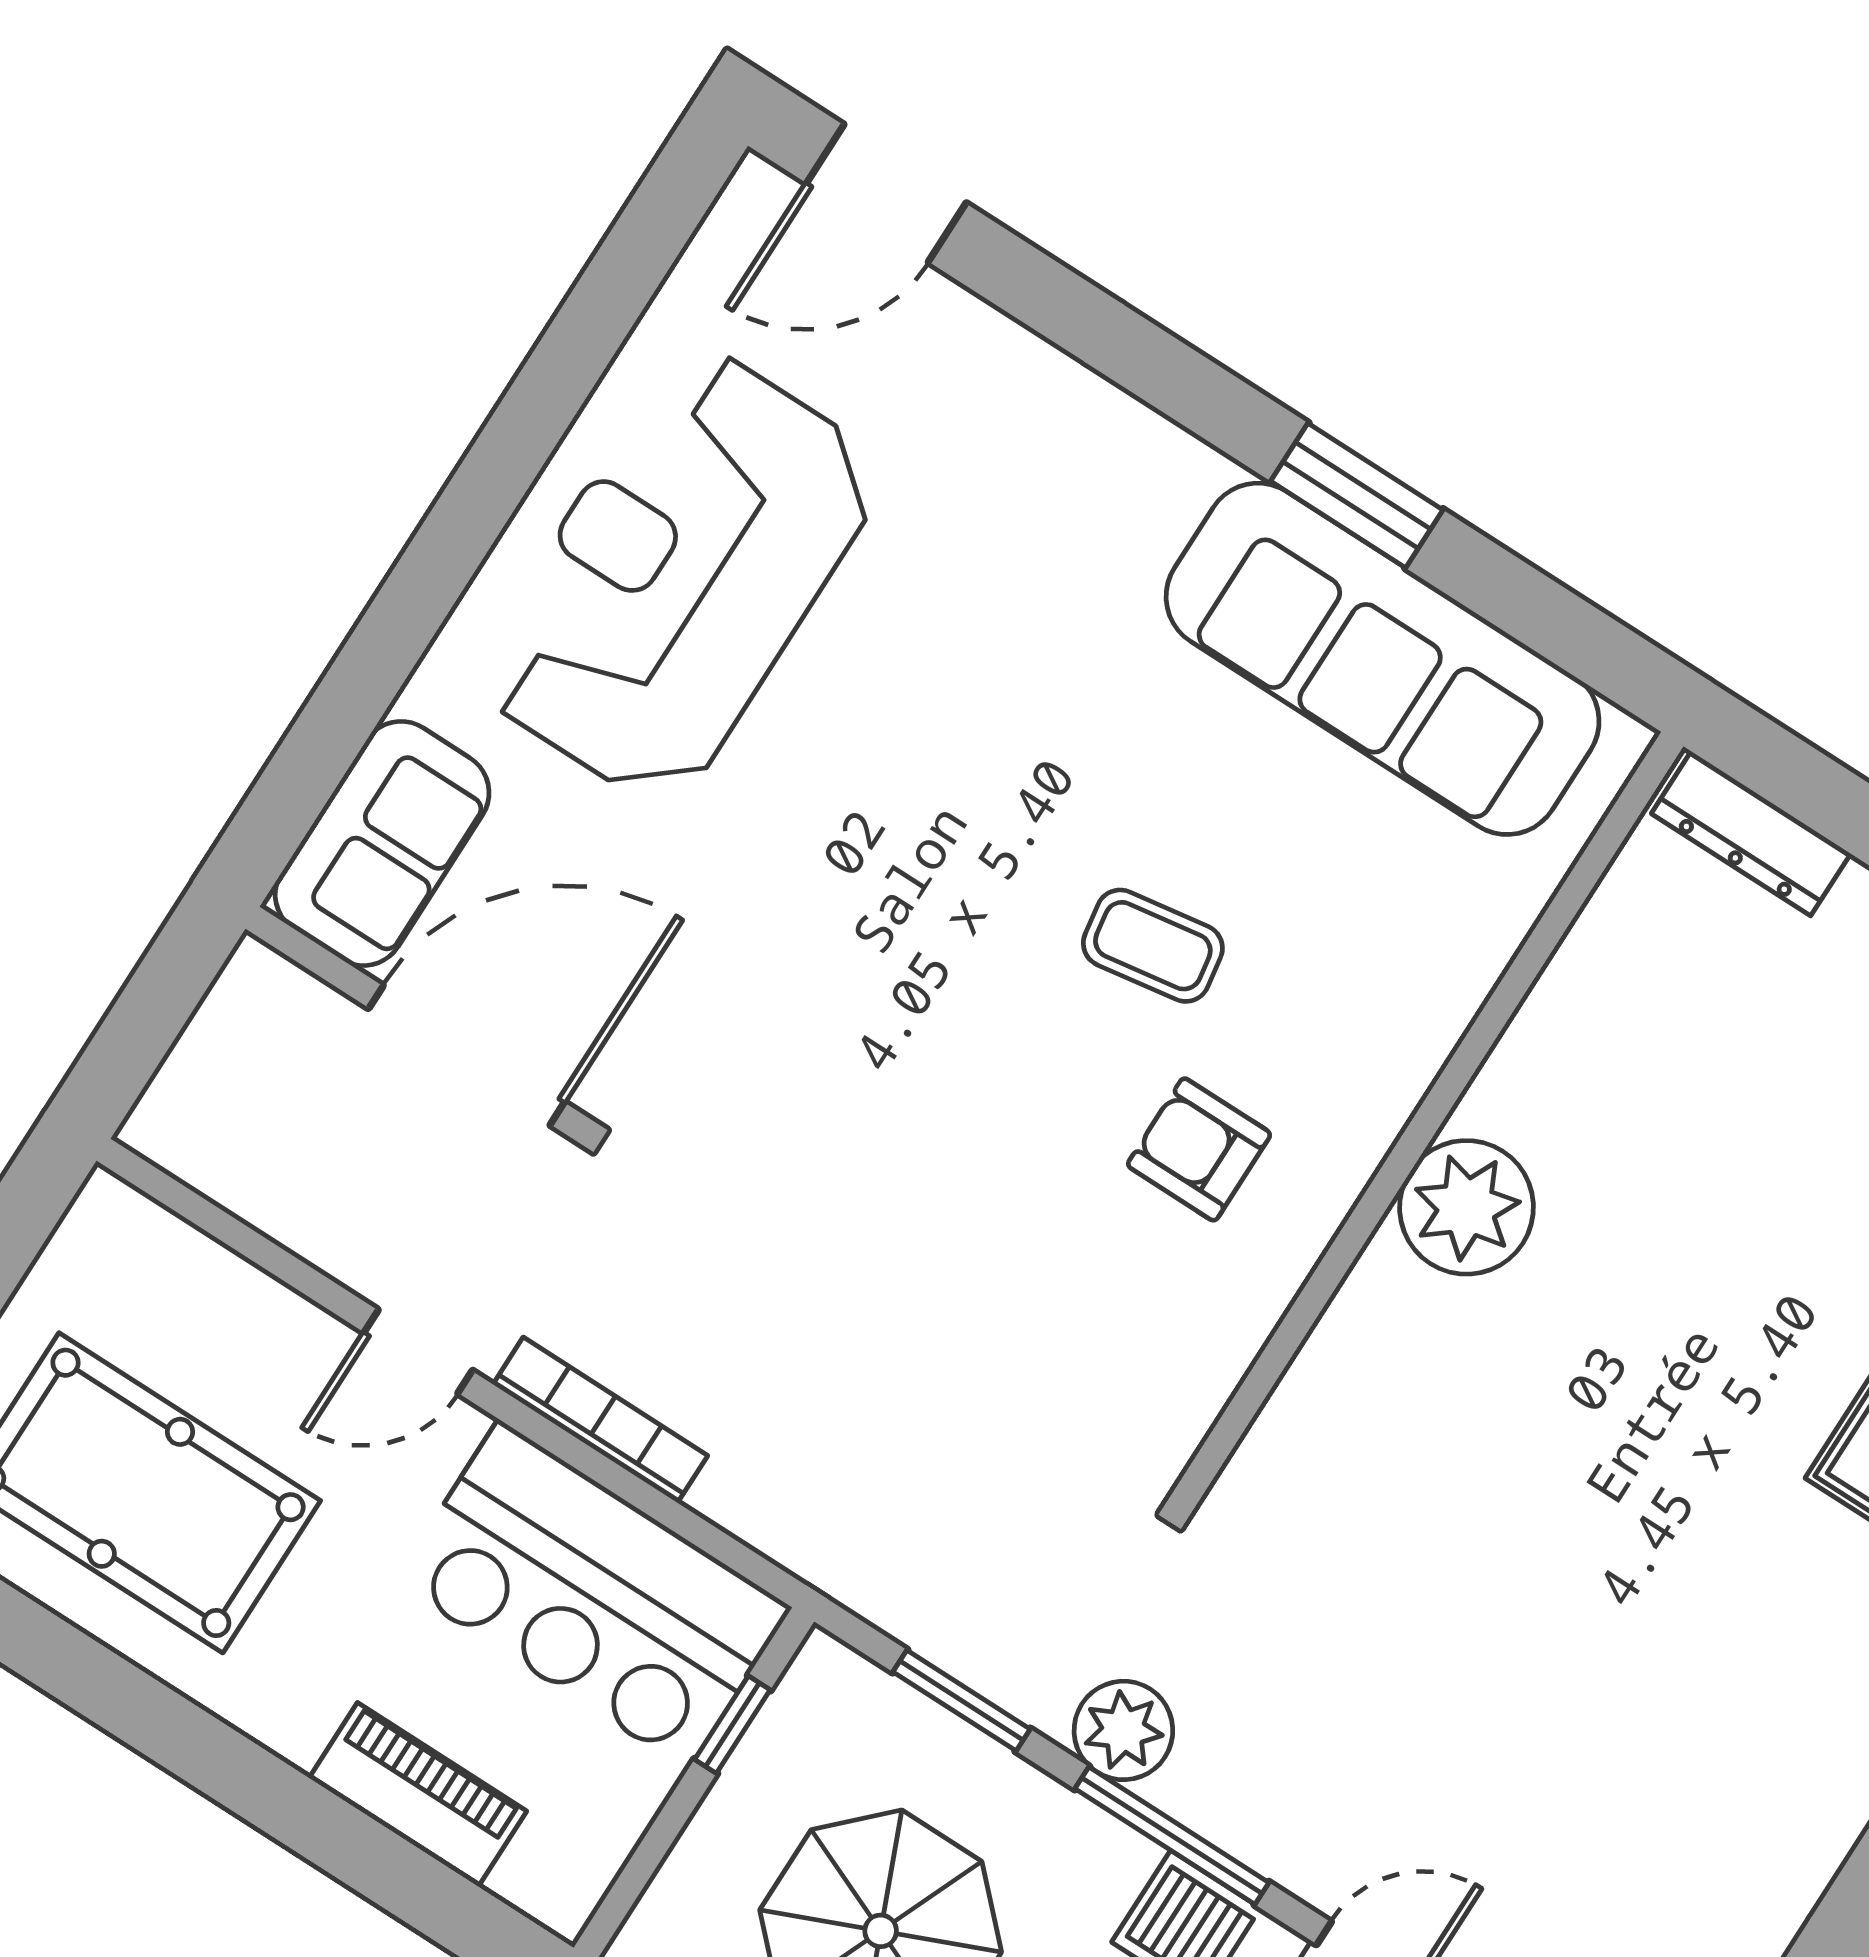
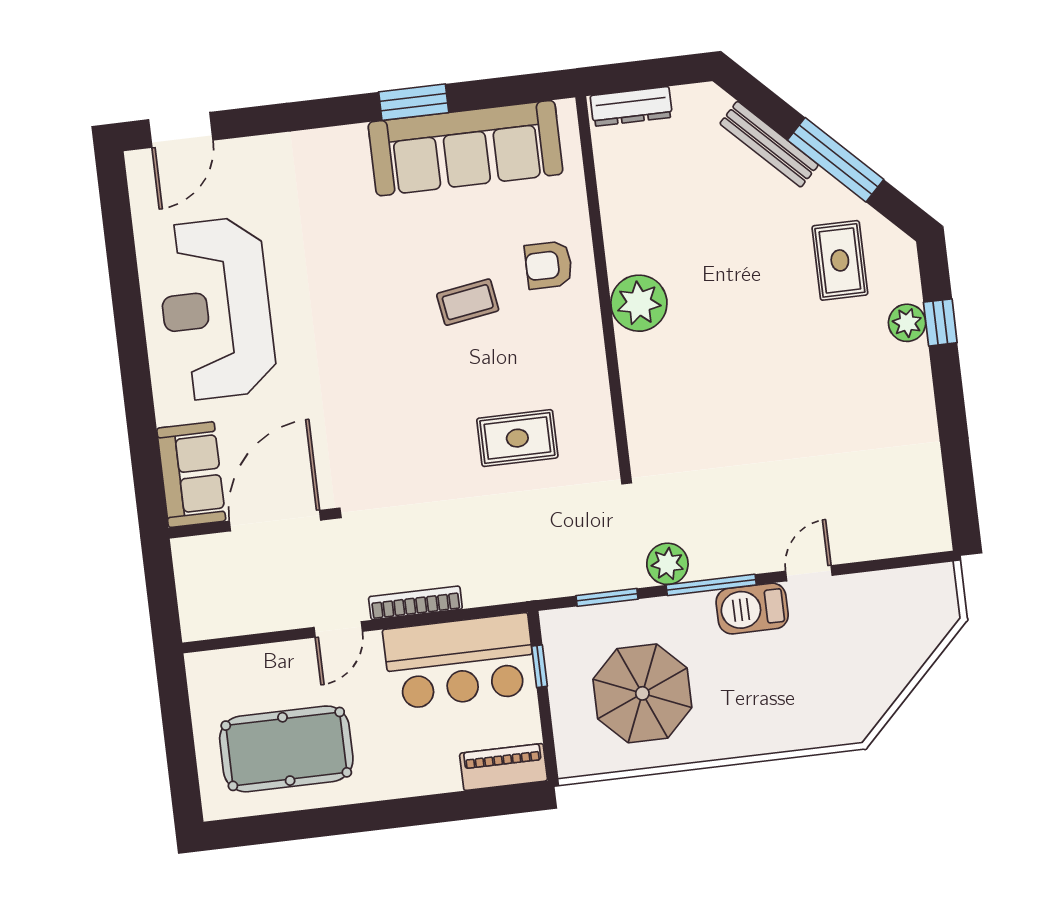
armchair: (1199, 1149) -> (549, 265), moved
rug: (1038, 1271) -> (517, 438), added
piano: (418, 1795) -> (504, 767), moved

